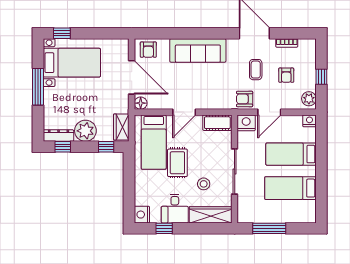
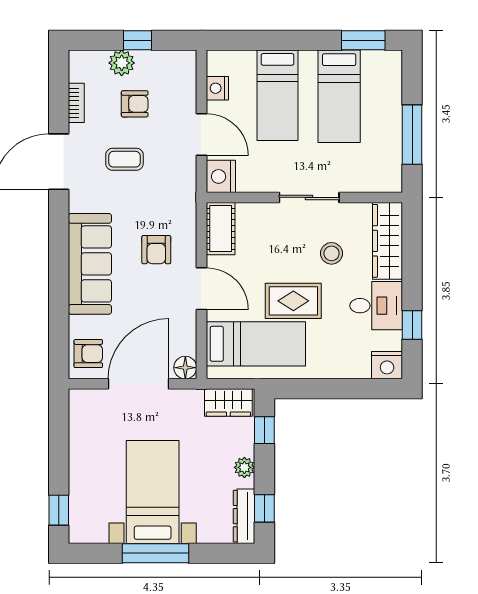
bed with nightstands: (72, 63) -> (153, 492), moved
armchair: (245, 99) -> (156, 250), moved
plant: (309, 99) -> (122, 63), moved
nightstand: (309, 121) -> (217, 88), moved
plant: (85, 131) -> (244, 467), width x0.53, depth x0.53
sliding door: (235, 172) -> (309, 197), width x0.73
window: (321, 201) -> (363, 40), added

